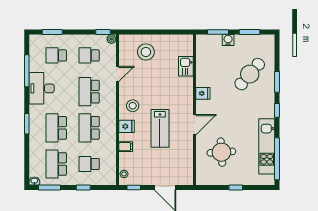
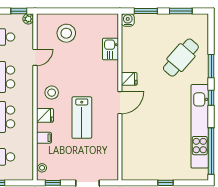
water cooler: (228, 40) -> (128, 20), moved
door: (194, 125) -> (120, 103), moved
kitchen unit: (267, 146) -> (200, 126), width x1.36
round table: (221, 152) -> (150, 144), removed

